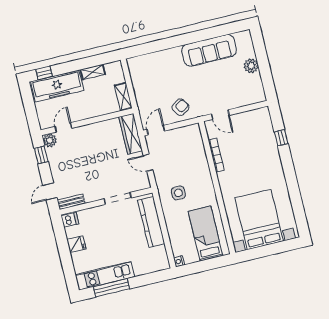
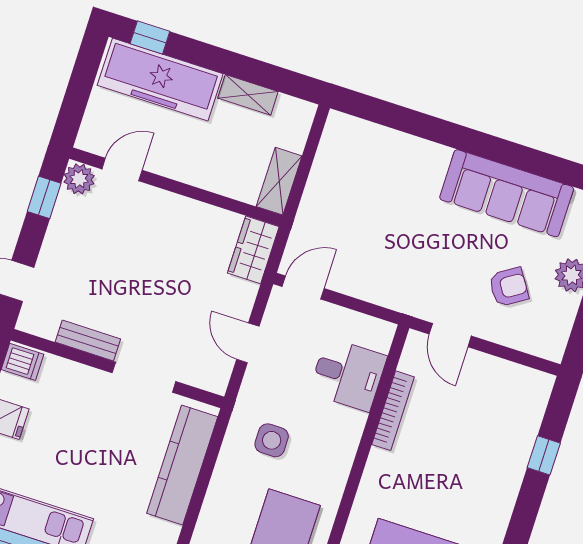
armchair: (181, 107) -> (509, 287), moved
wardrobe: (131, 134) -> (253, 250), width x0.67
desk: (192, 152) -> (348, 374), added
bench: (71, 202) -> (88, 341), moved

